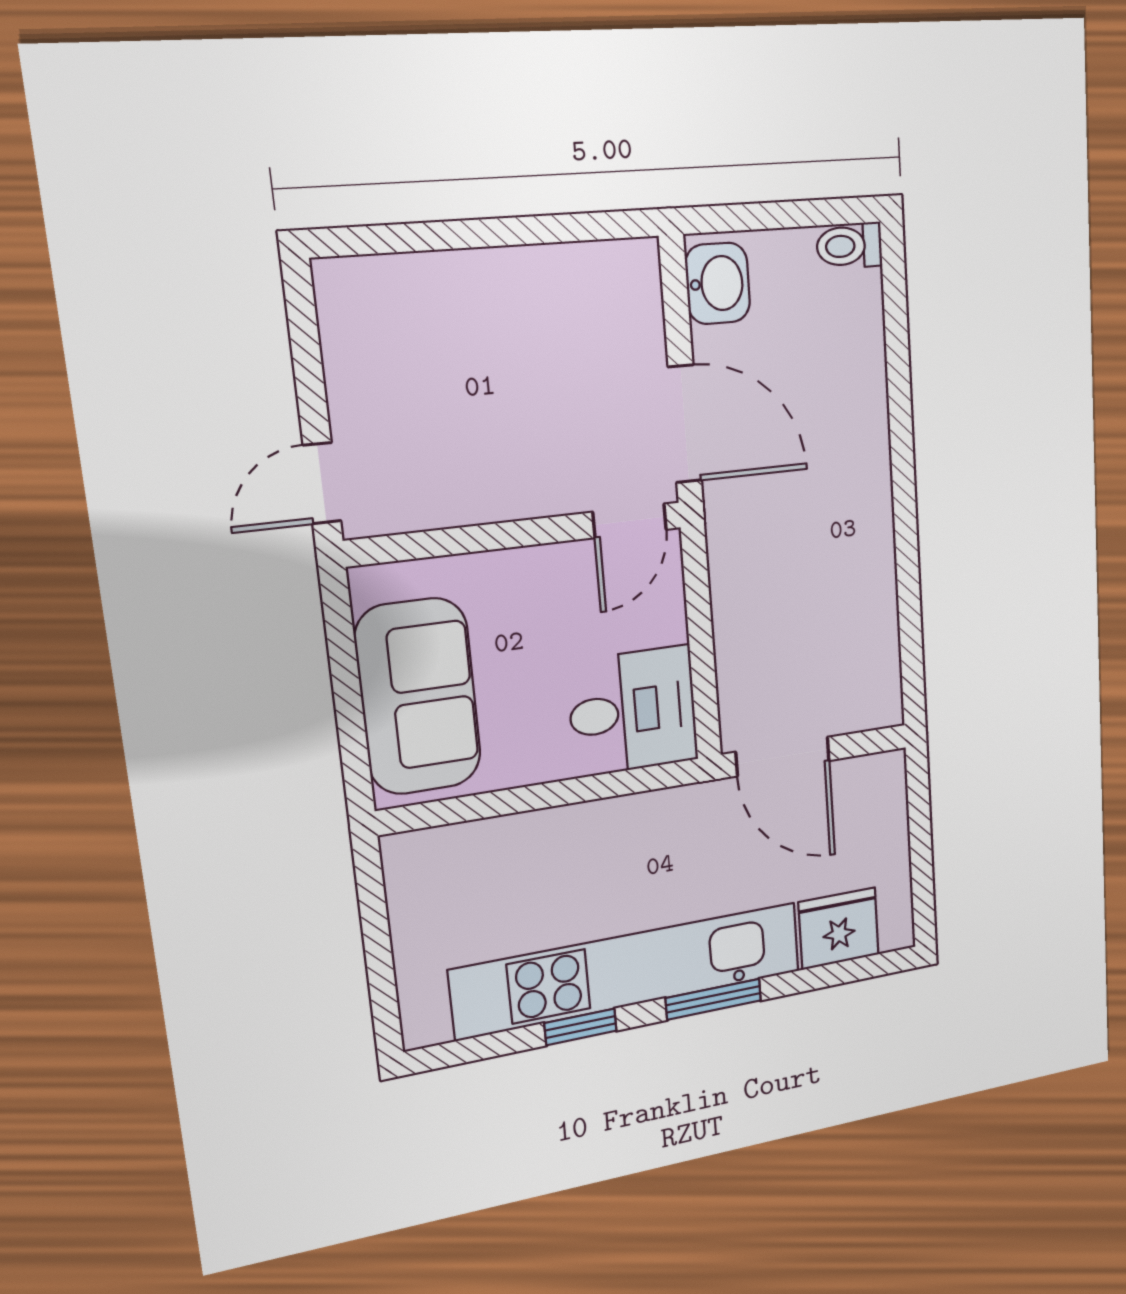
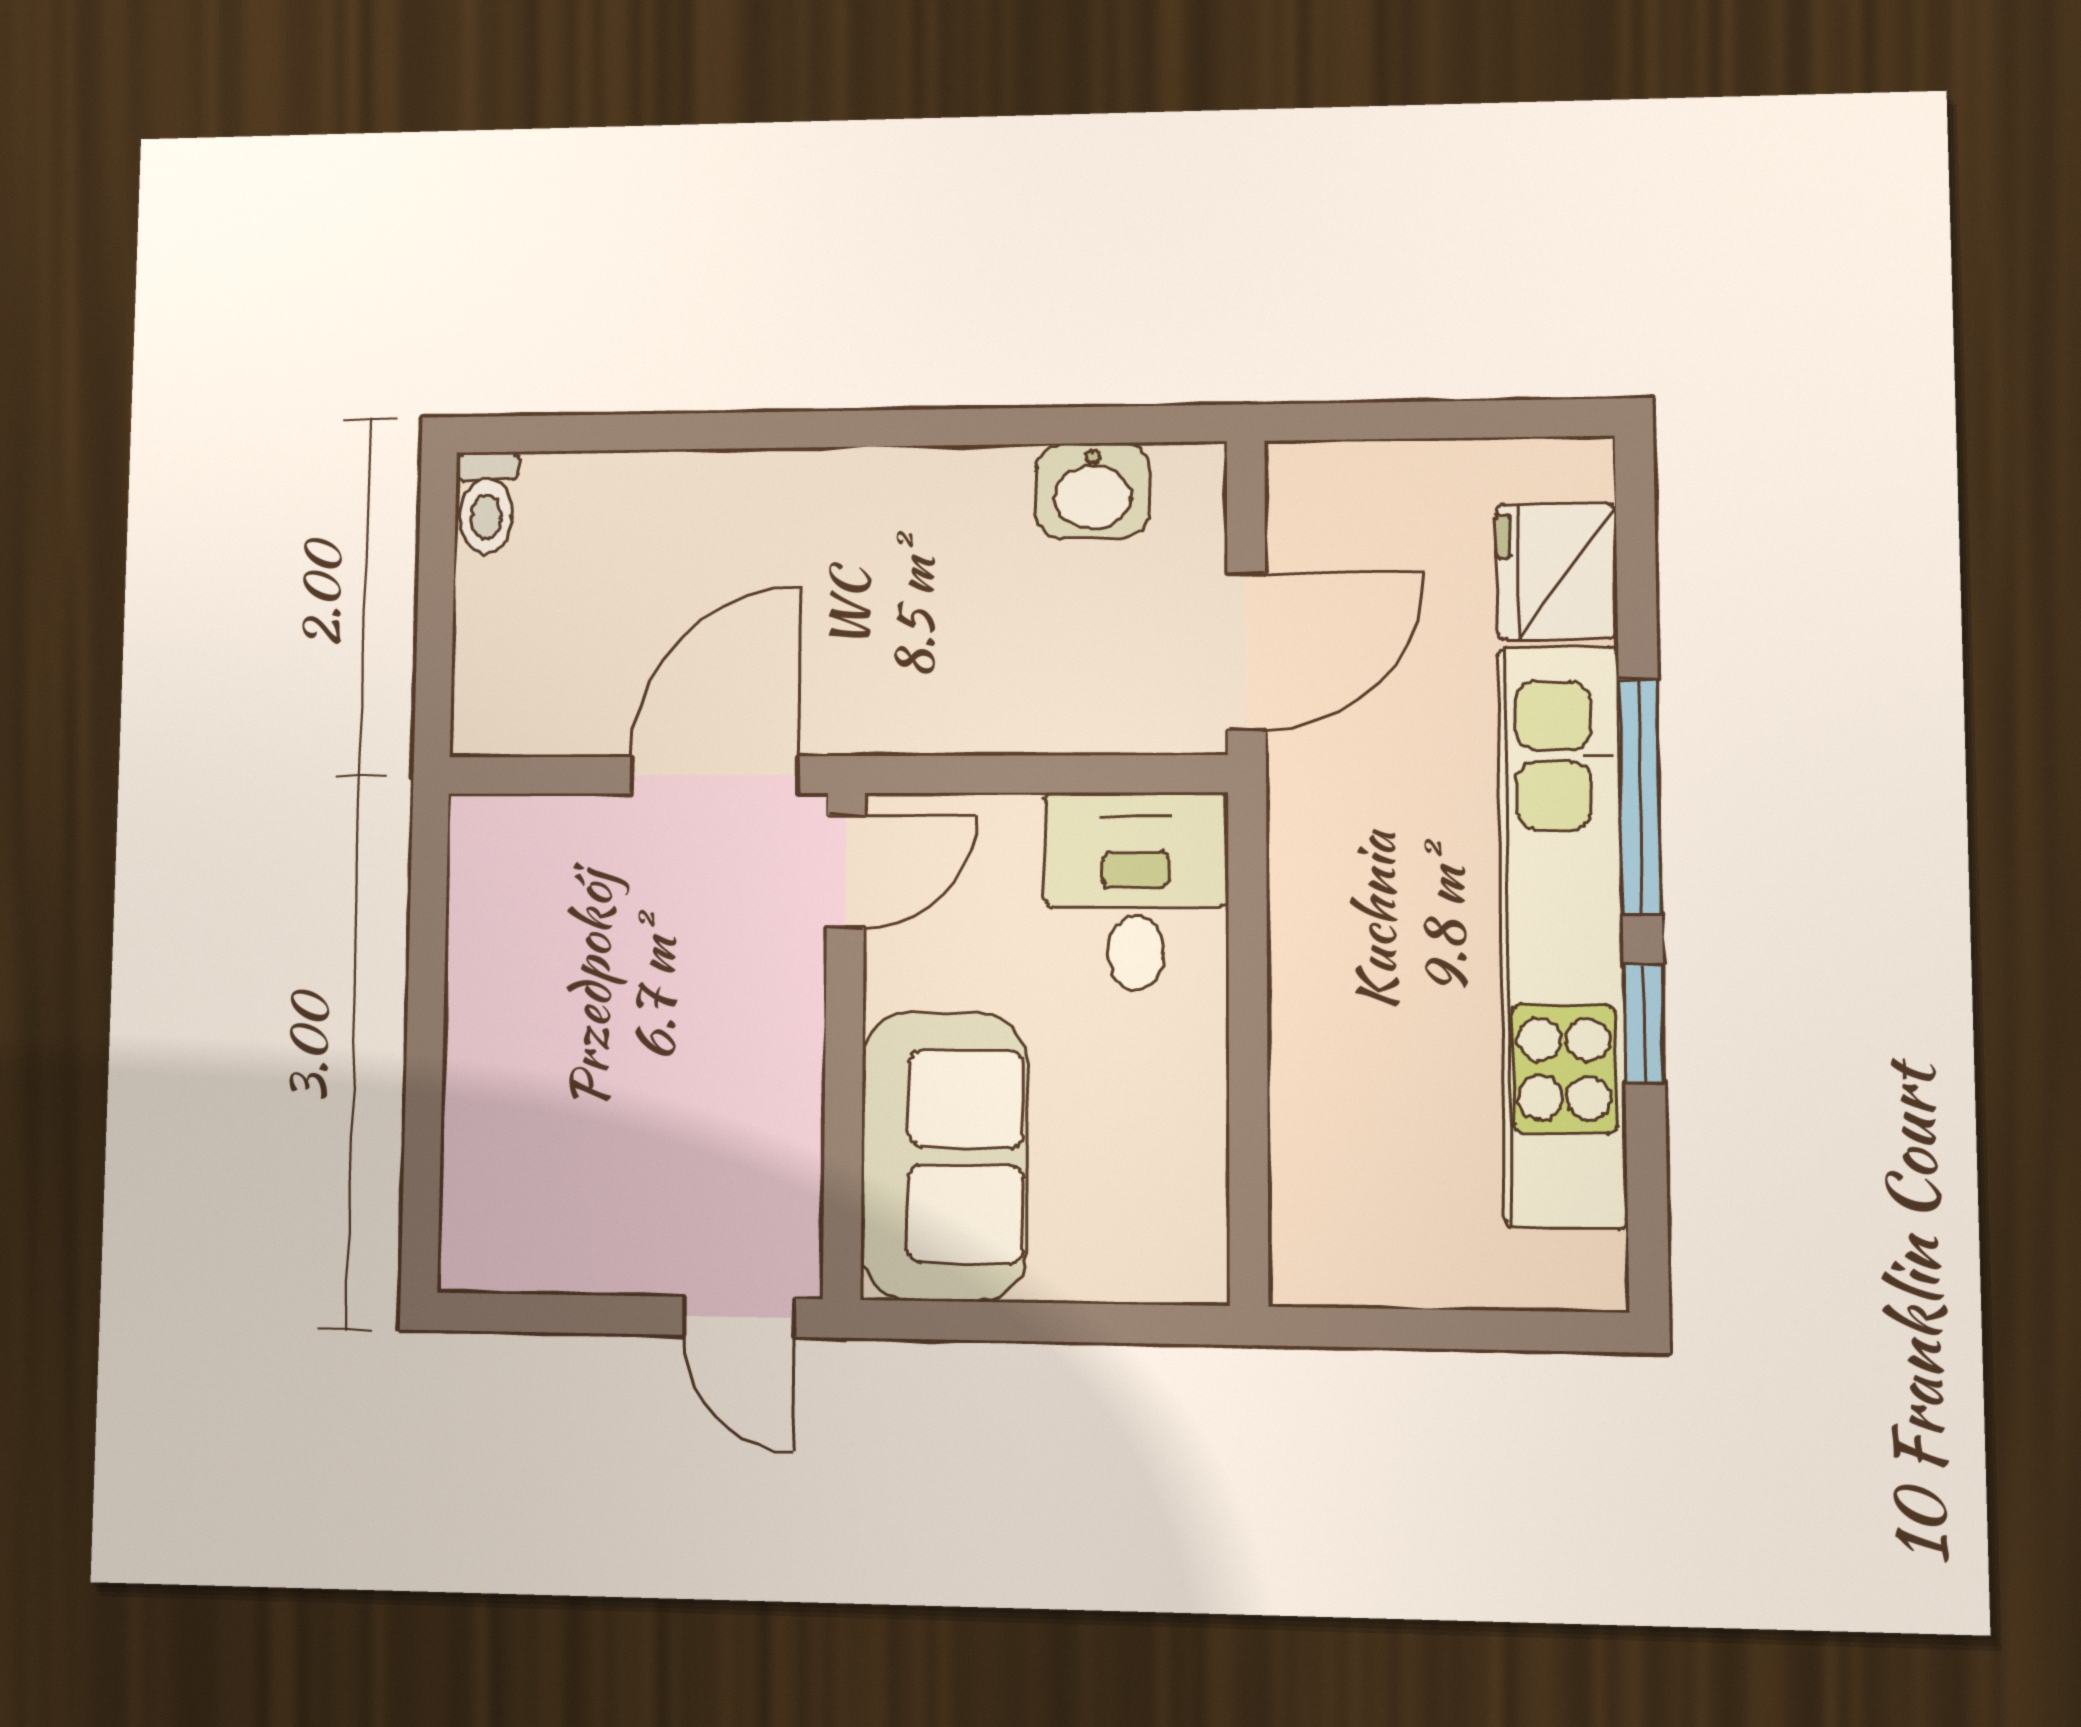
washbasin: (718, 283) -> (1093, 491), moved, turned 180
door: (630, 521) -> (846, 871), hinge flipped
sofa: (418, 697) -> (944, 1156), moved, turned 90
window: (713, 999) -> (1640, 797), width x1.44

